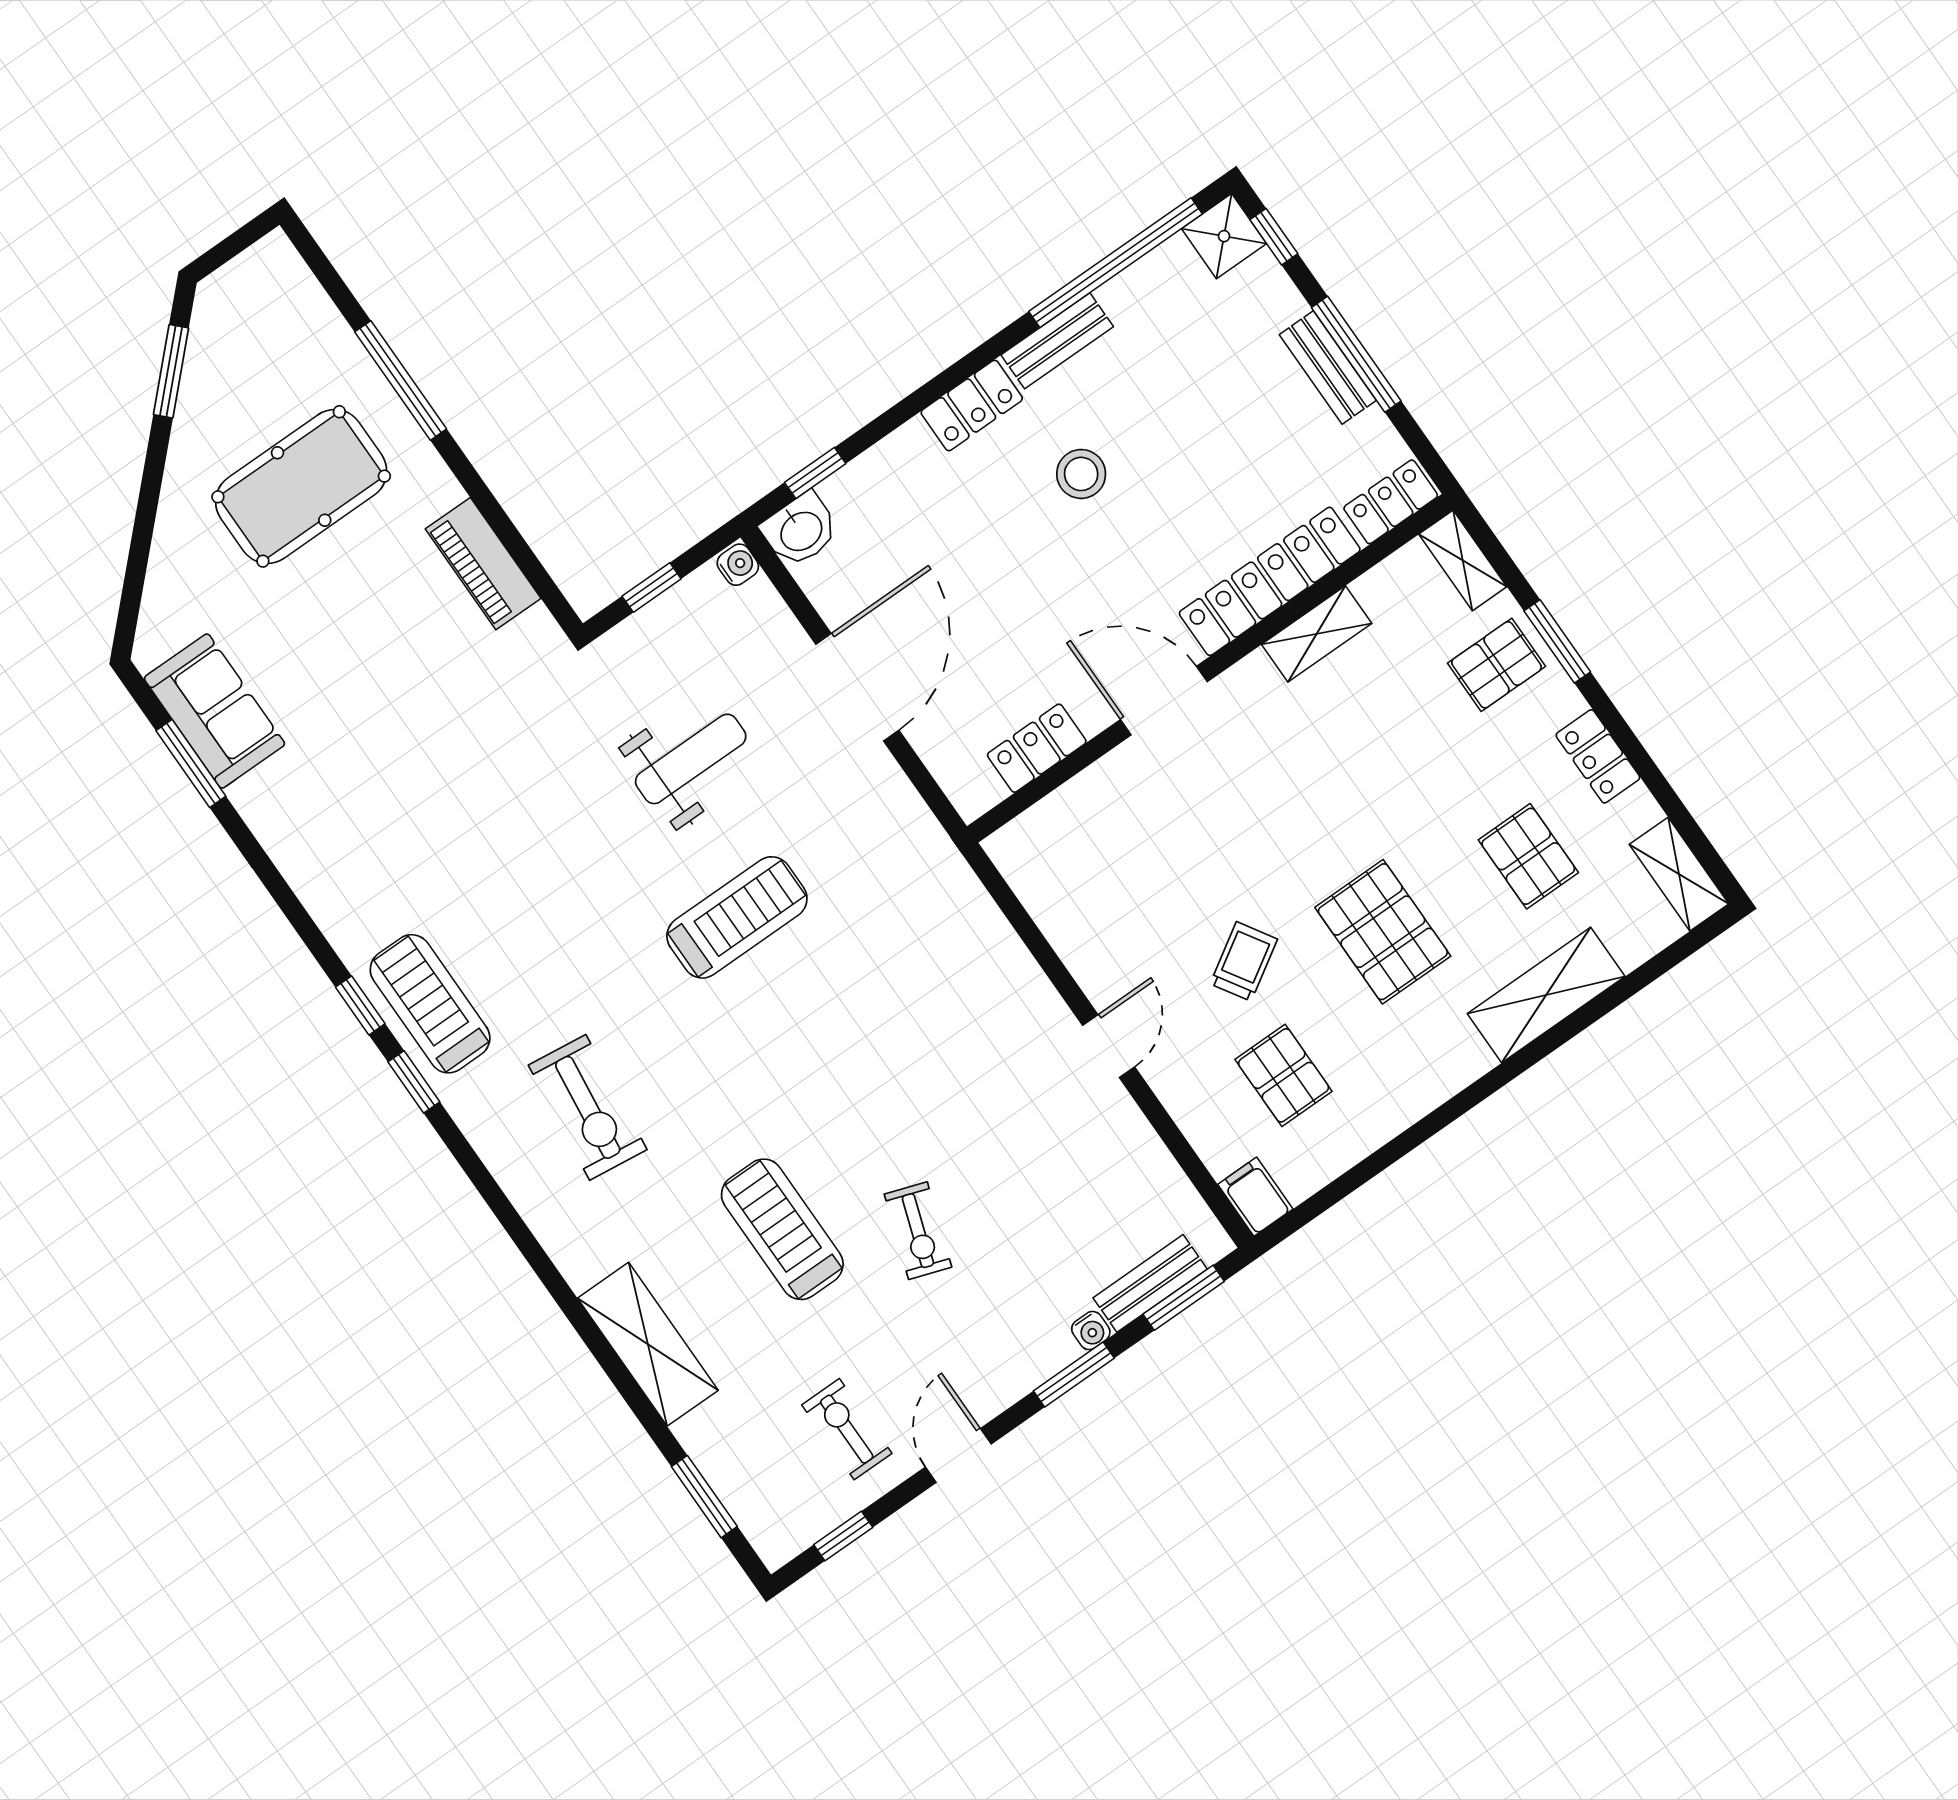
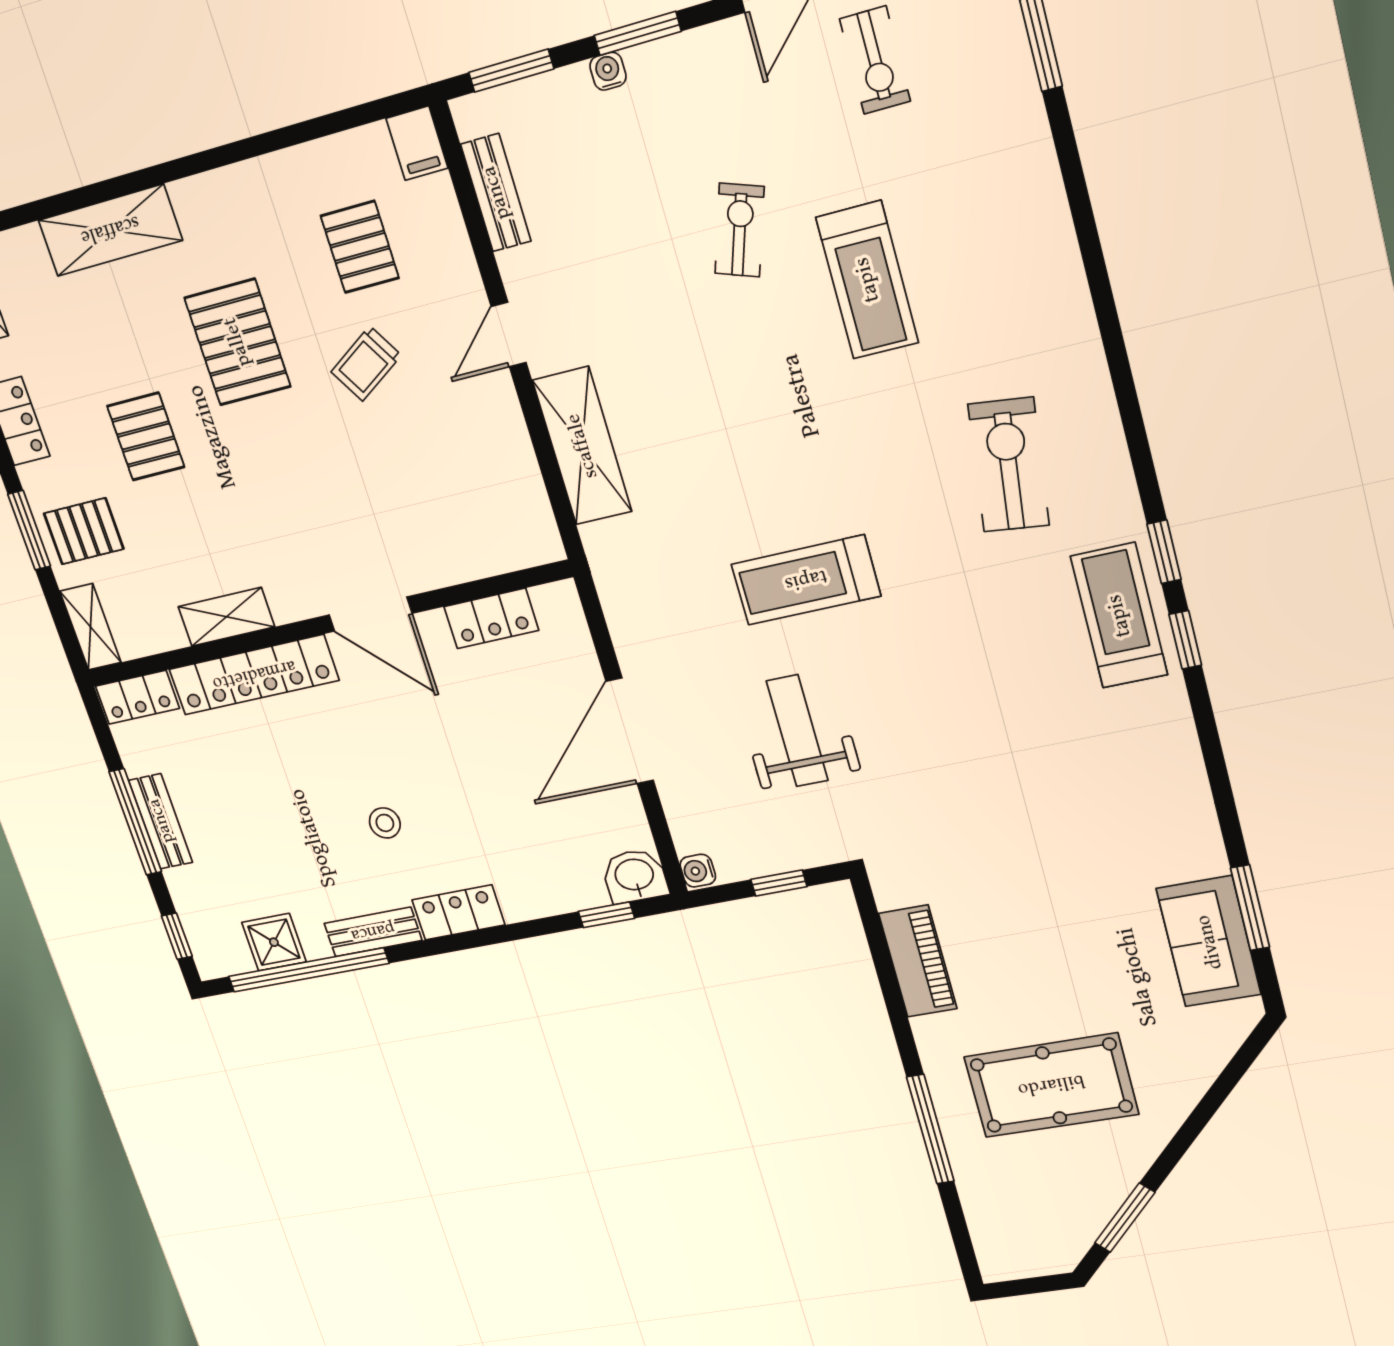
shower: (1224, 236) -> (274, 942), moved
stool: (1081, 474) -> (385, 823), width x0.73, depth x0.73
weight bench: (691, 759) -> (797, 731), turned 90
pallet: (1528, 856) -> (146, 437), moved
treadmill: (430, 1004) -> (1119, 616), turned 180
bench: (1150, 1283) -> (496, 193), moved, turned 90
shelving: (648, 1344) -> (582, 446), moved

